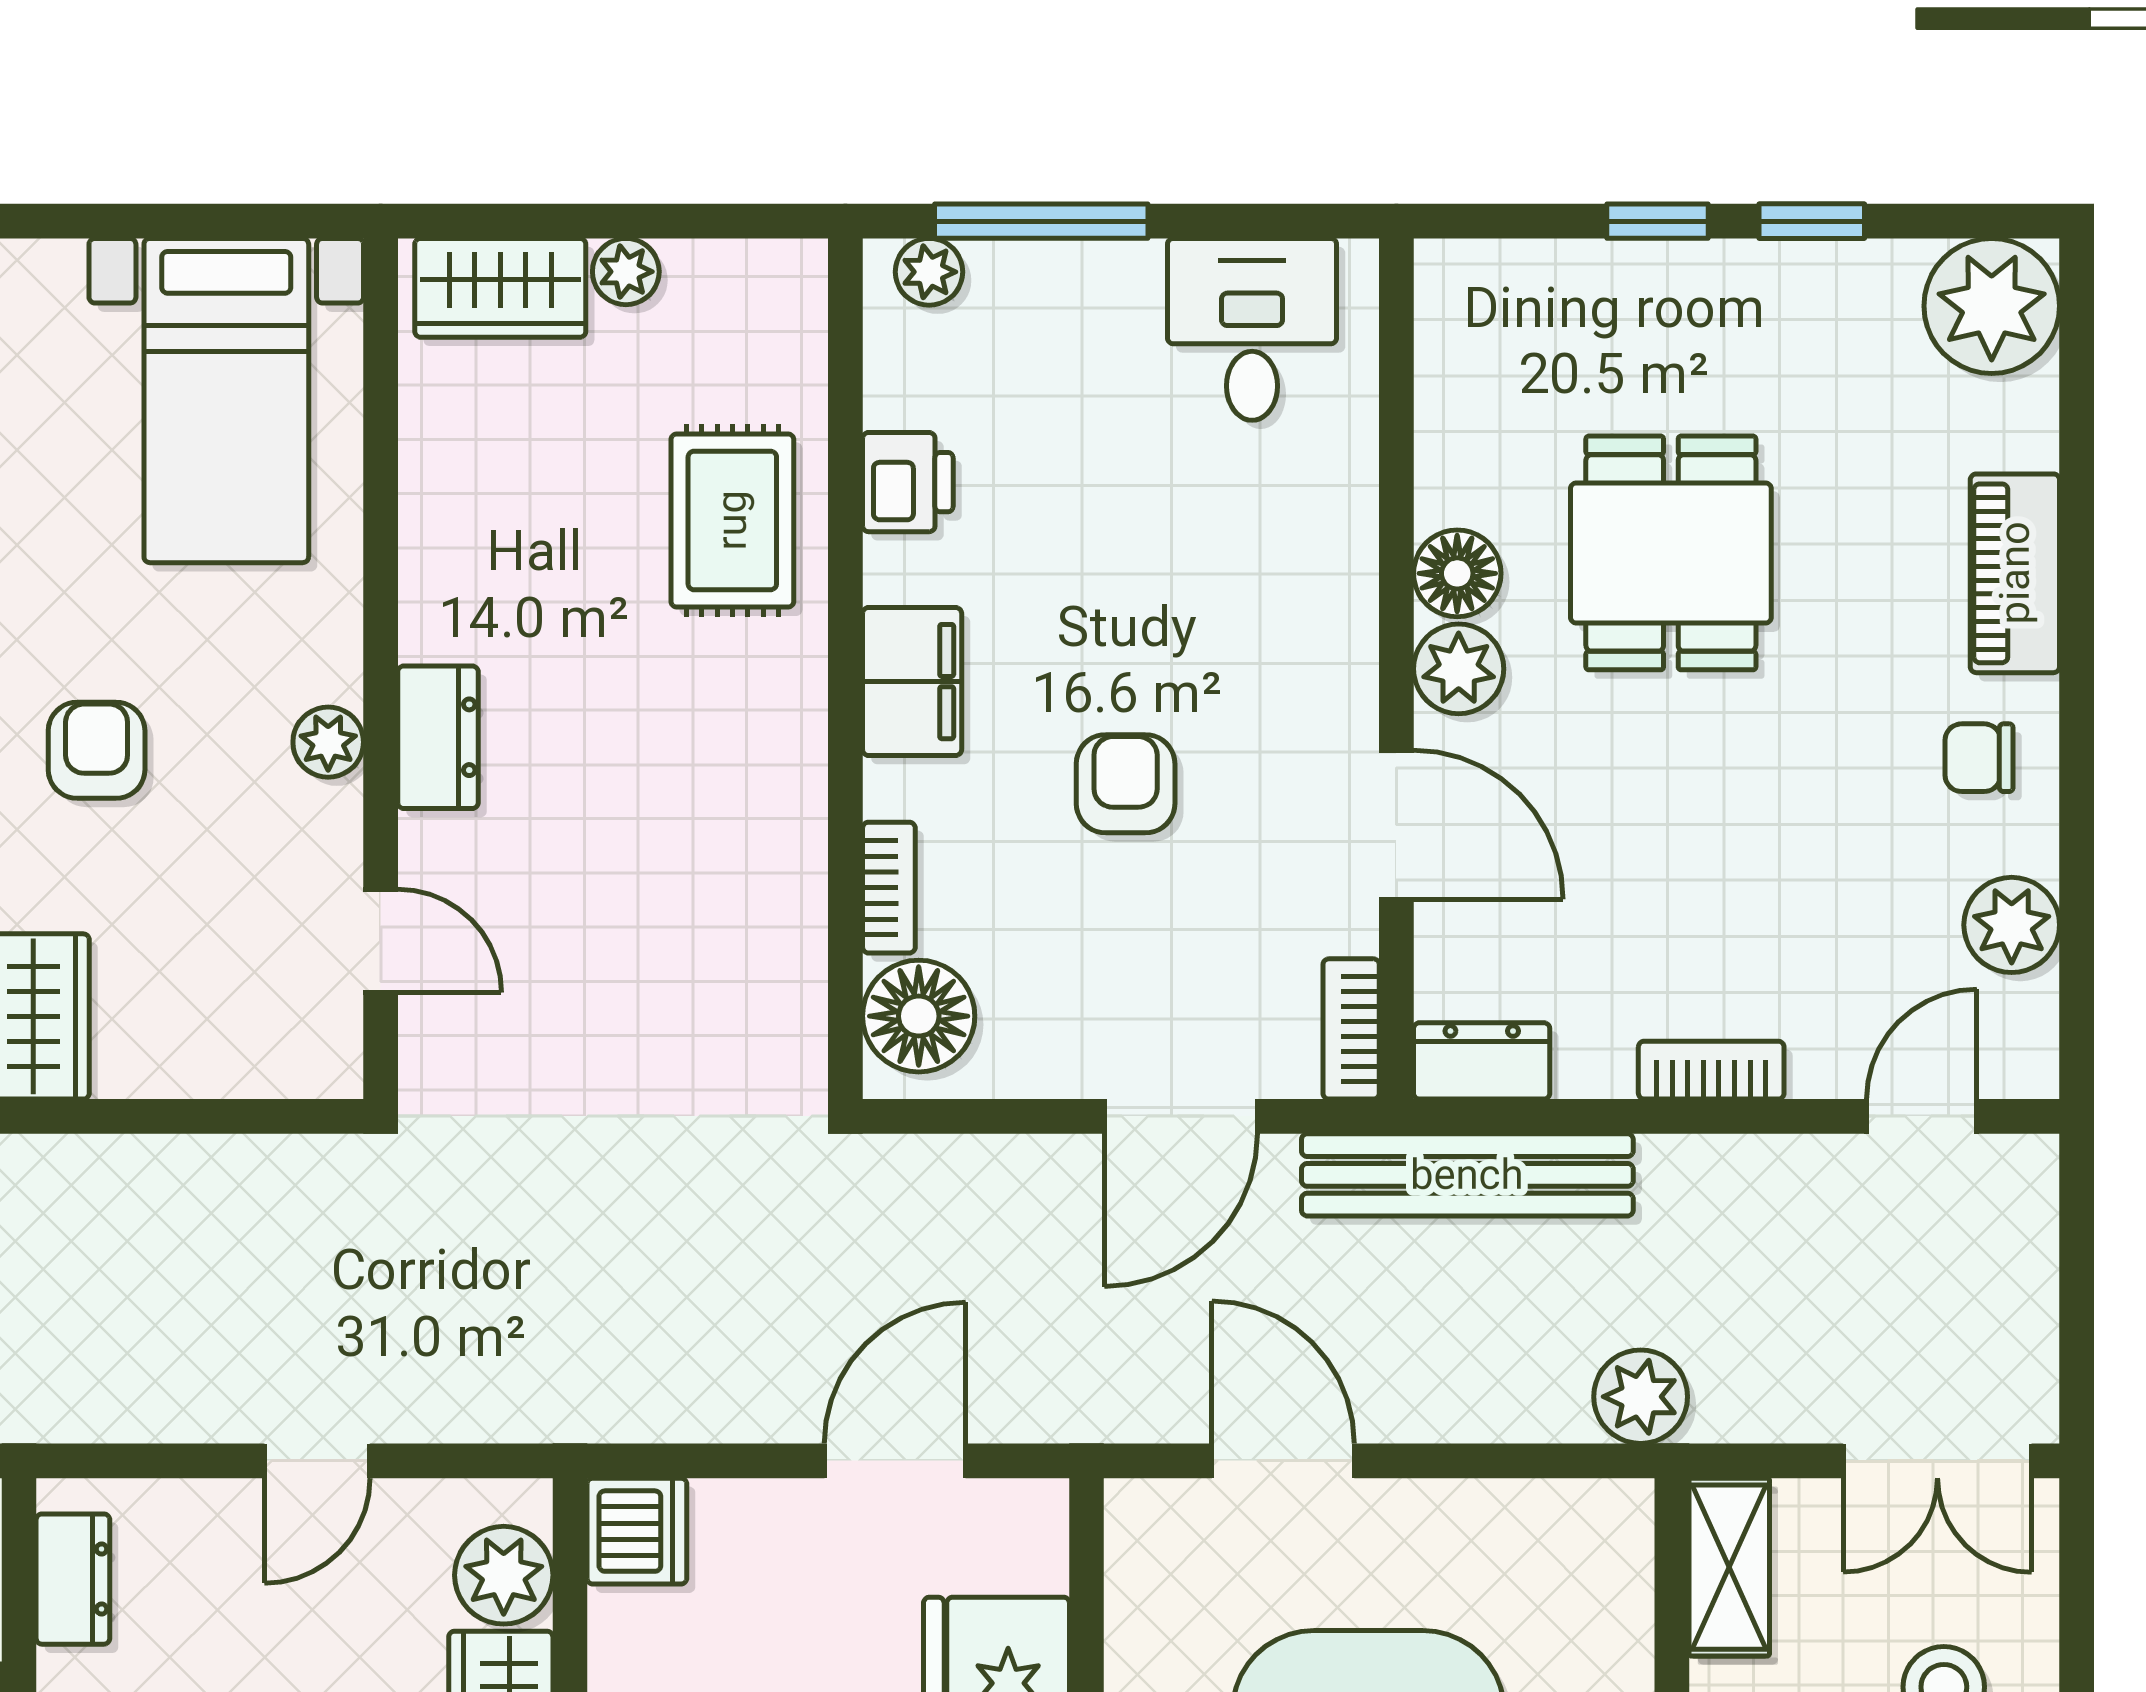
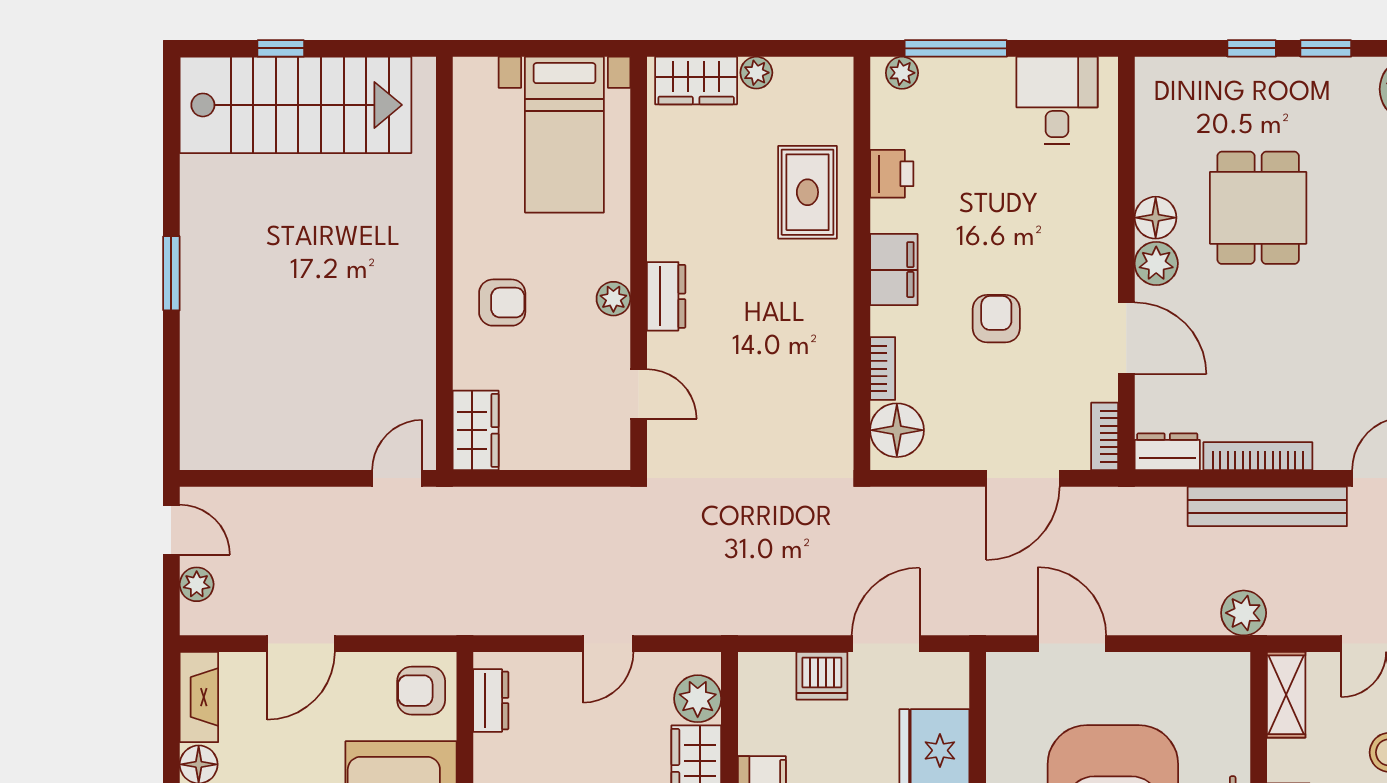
armchair: (97, 750) -> (502, 303), turned 90
bookcase: (1711, 1070) -> (1258, 456), width x1.56
bench: (1467, 1175) -> (1267, 506), moved
dishwasher: (637, 1531) -> (822, 676), moved, turned 90

